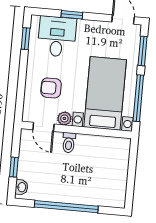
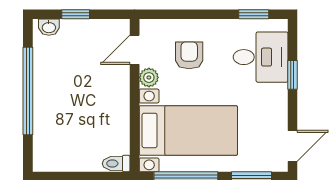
toilet: (69, 143) -> (116, 164), moved

